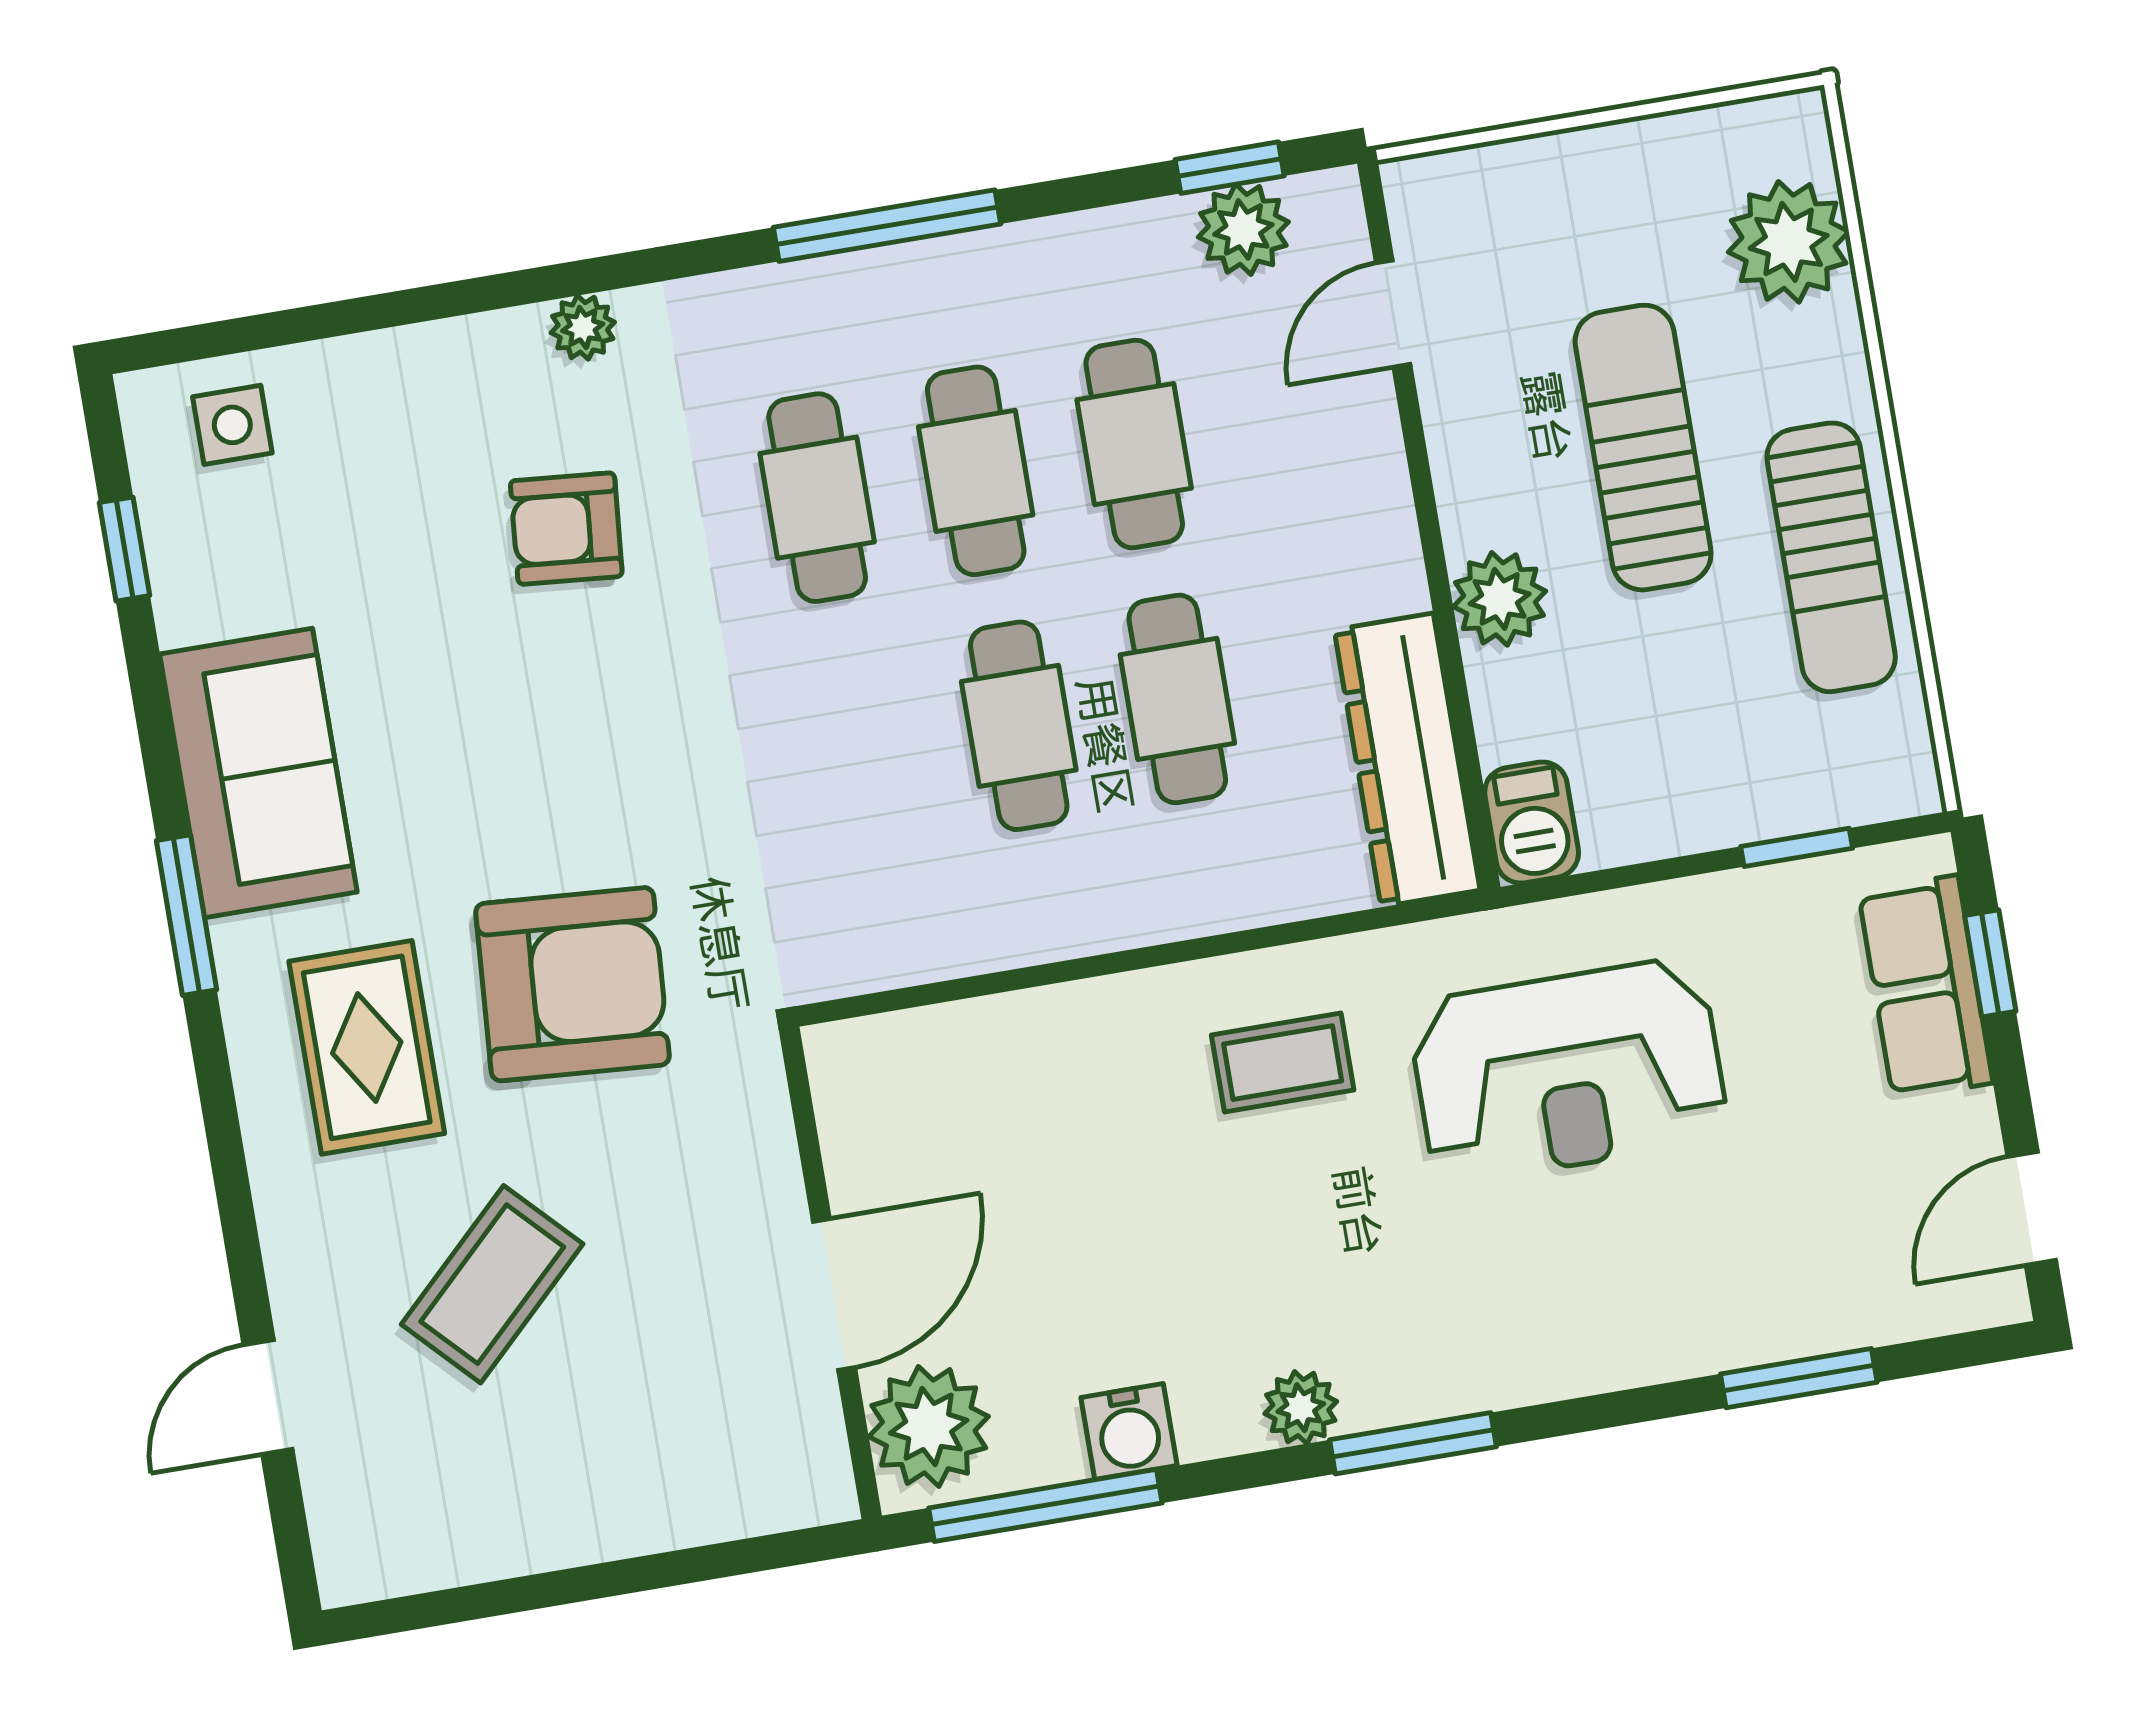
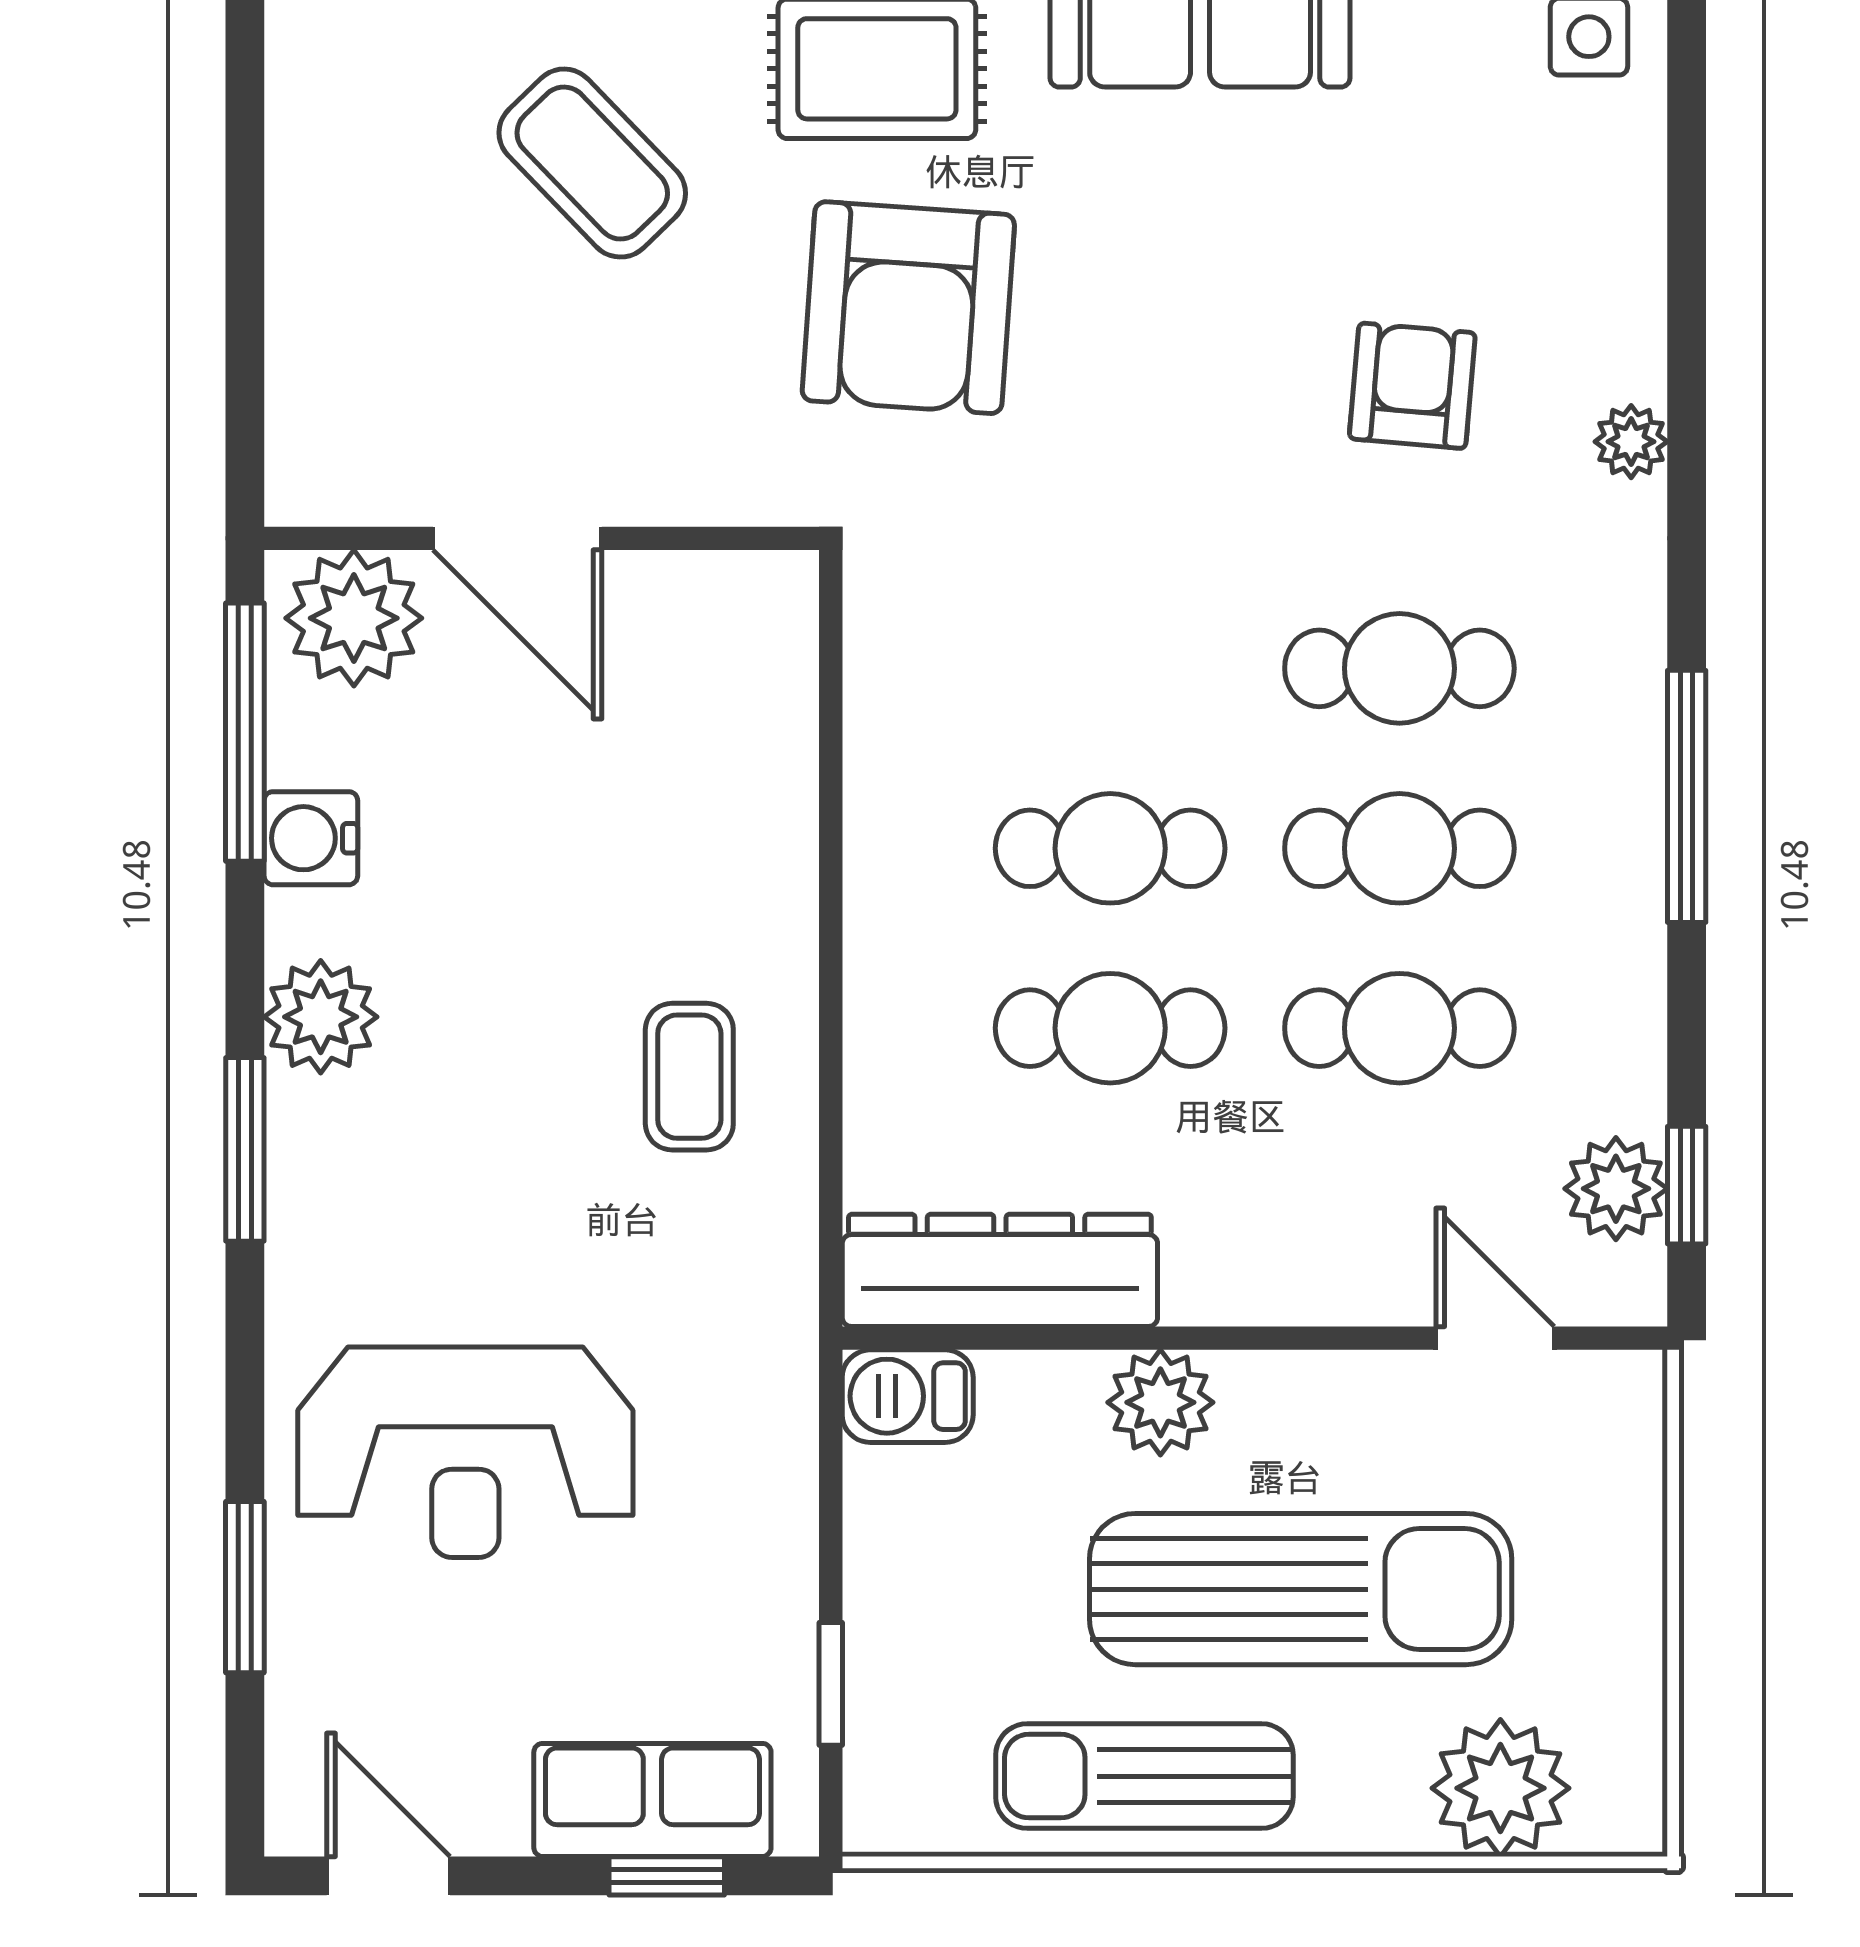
sun lounger: (1643, 448) -> (1301, 1589), width x1.36, depth x1.34
reception desk: (1568, 1071) -> (465, 1452), moved, turned -90
plant: (1301, 1408) -> (321, 1017), width x1.38, depth x1.38

